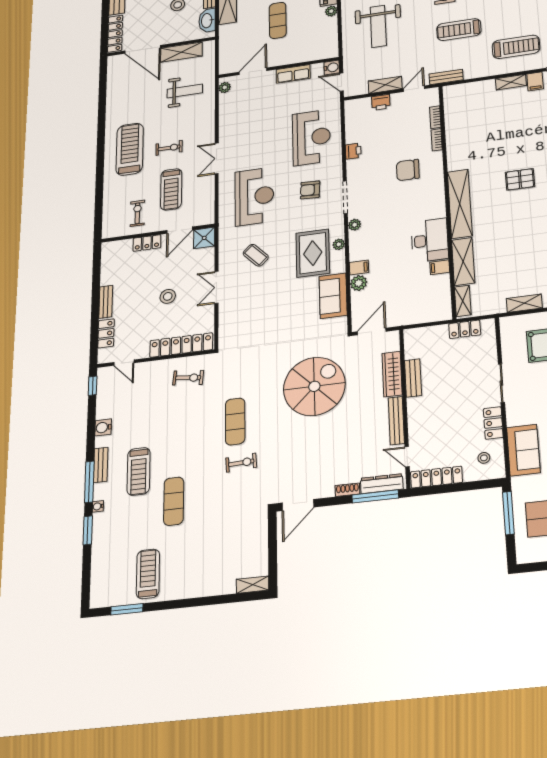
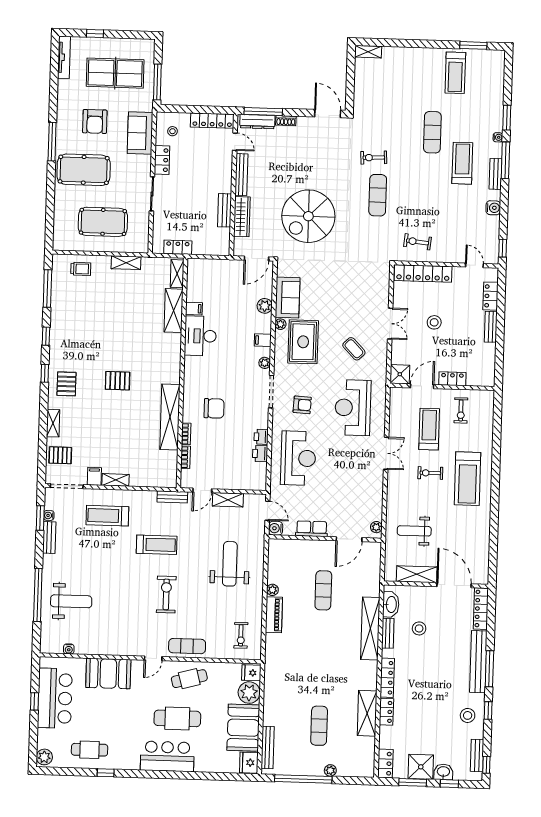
printer: (381, 102) -> (260, 454), moved, turned -90
reception desk: (311, 137) -> (298, 458), turned 180
shelving: (460, 204) -> (170, 417), moved
plant: (339, 244) -> (280, 324), moved
filing cabinet: (359, 267) -> (263, 340), moved
door: (298, 505) -> (328, 114), hinge flipped

